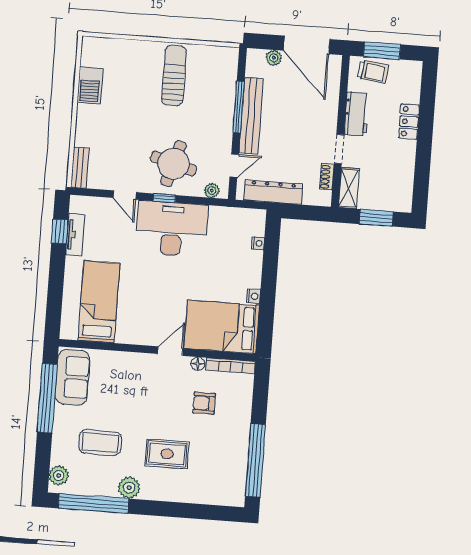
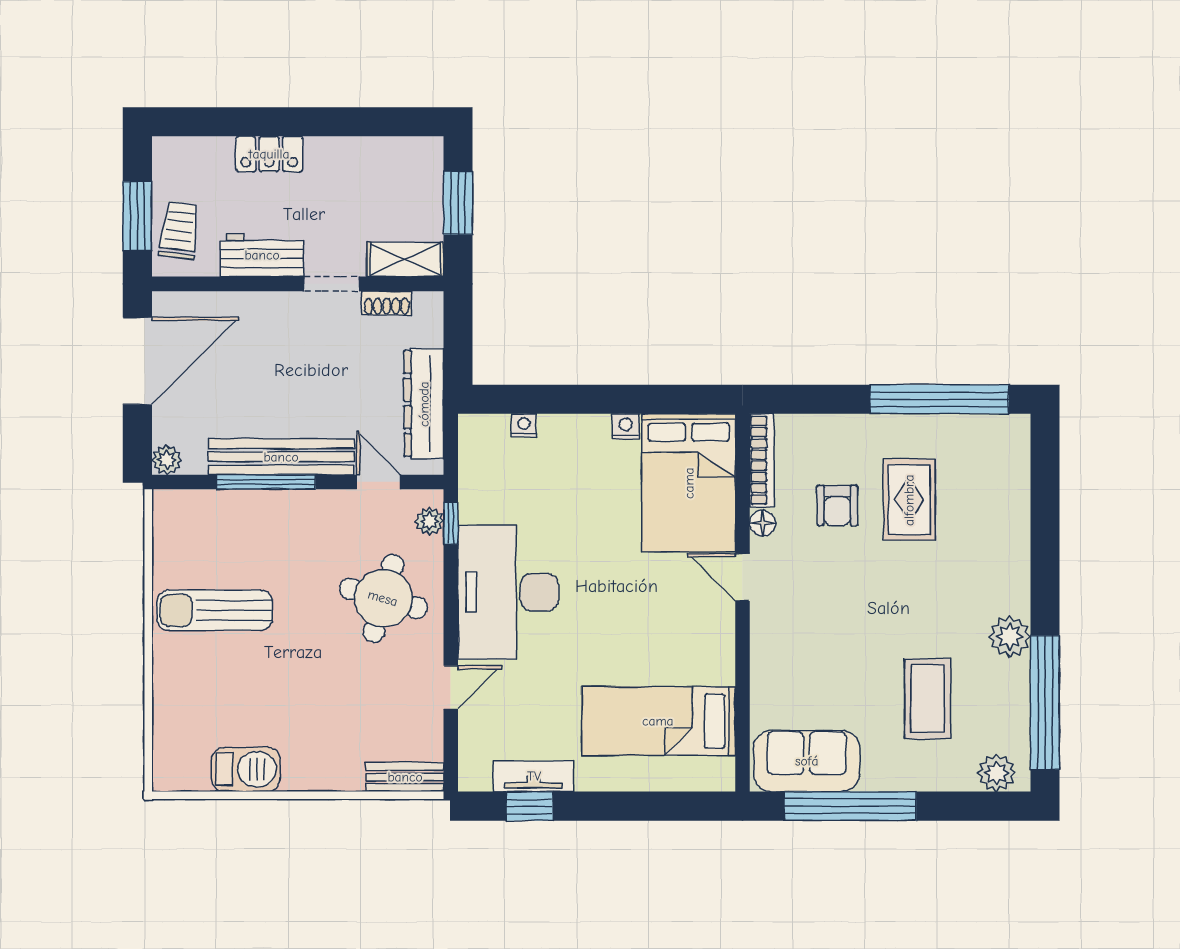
plant: (274, 58) -> (167, 460), moved
window: (164, 198) -> (451, 523), moved
rug: (167, 454) -> (909, 500), moved

